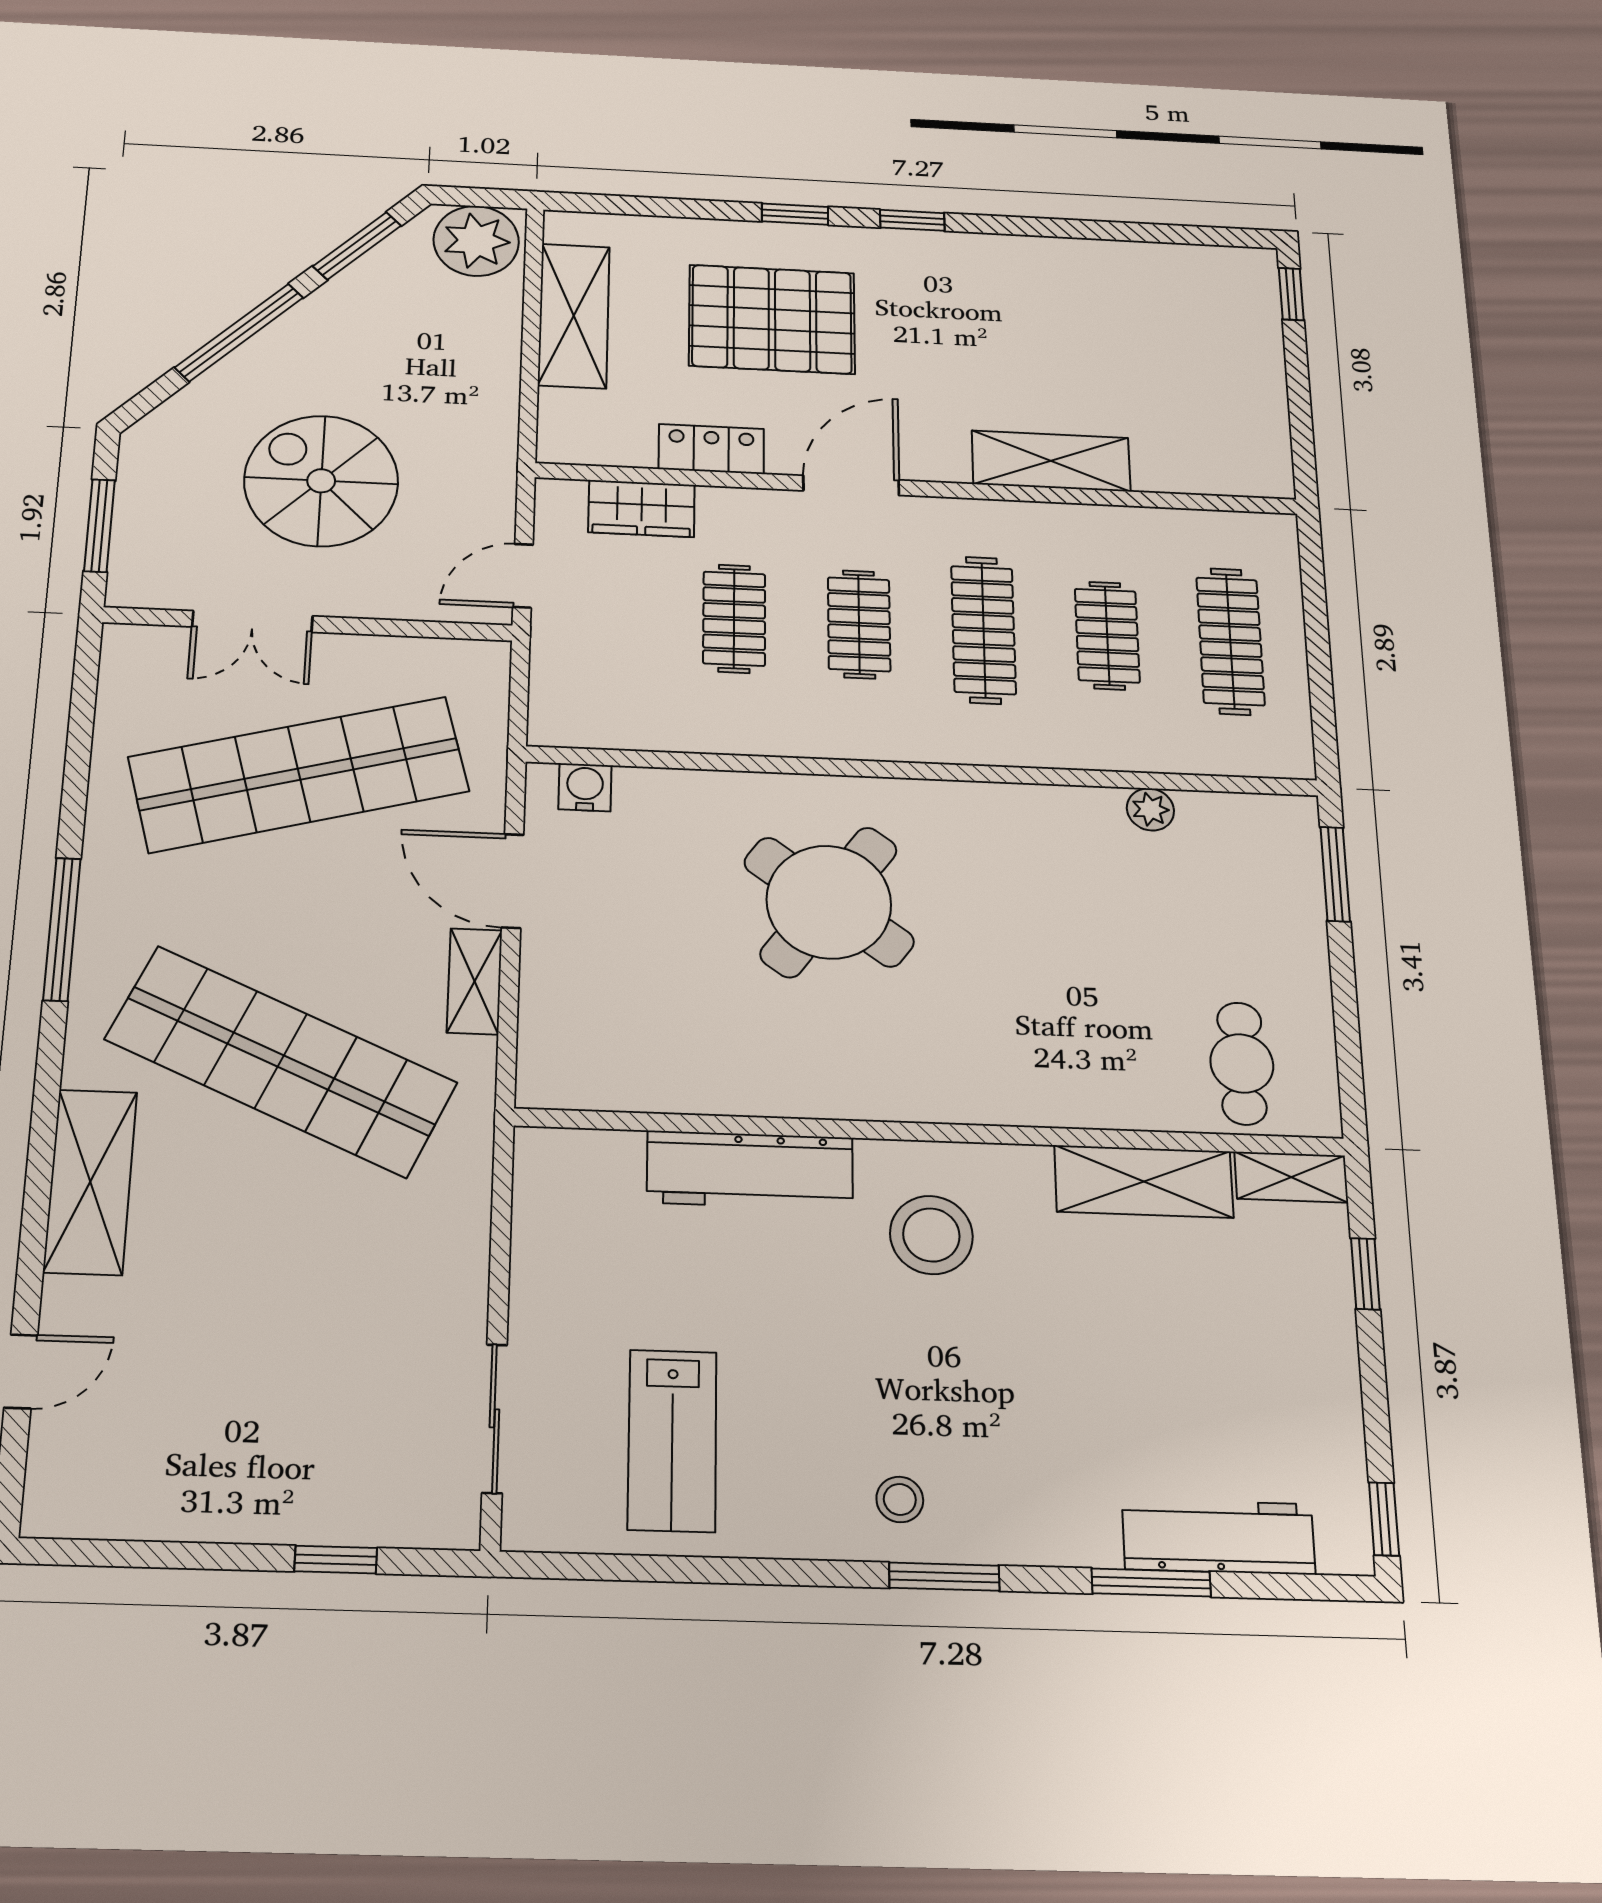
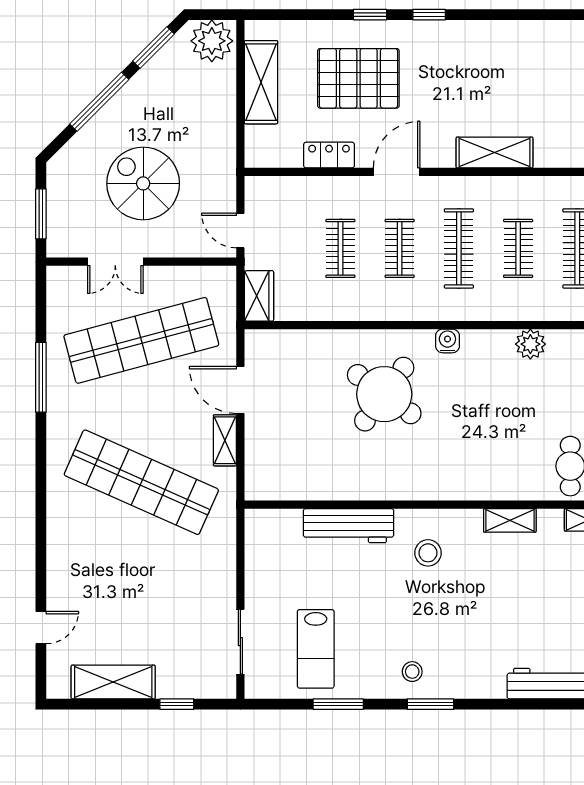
wardrobe: (641, 509) -> (259, 296), moved, turned -90
door: (523, 576) -> (240, 230), hinge flipped
water cooler: (585, 787) -> (447, 341), moved
plant: (1150, 809) -> (530, 344), width x1.38, depth x1.38
window: (62, 929) -> (41, 377), moved
shelving: (1144, 1181) -> (510, 520), width x0.67, depth x0.75
shelving: (90, 1182) -> (113, 682), moved, turned 90
stool: (931, 1235) -> (428, 553), width x0.73, depth x0.73
window: (1151, 1583) -> (338, 704), moved

